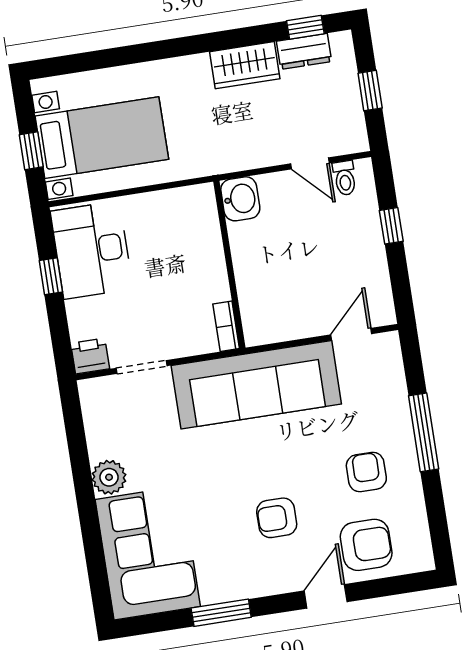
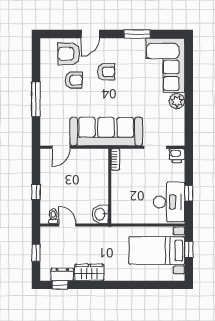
armchair: (366, 472) -> (74, 80), moved, turned -90

